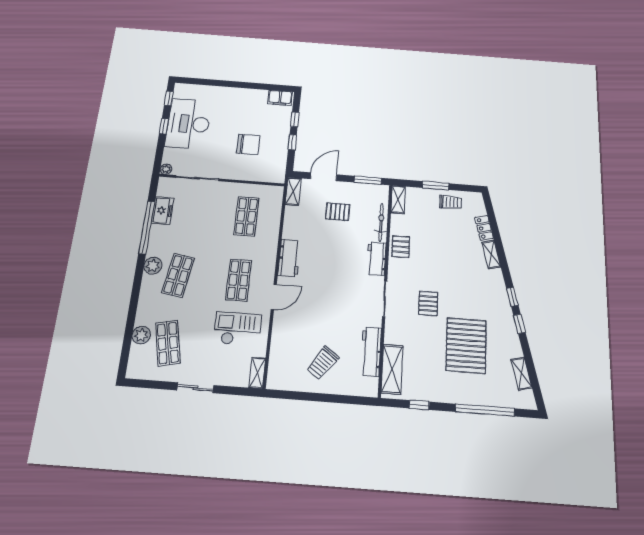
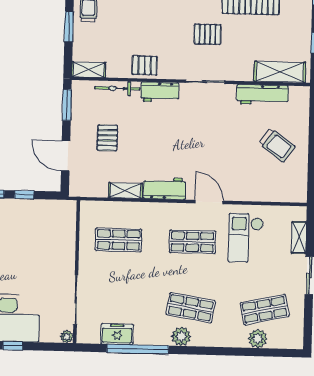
chair: (248, 144) -> (30, 246), removed
shelving: (293, 191) -> (126, 191), moved
shelving: (257, 373) -> (299, 237), moved, turned 90

